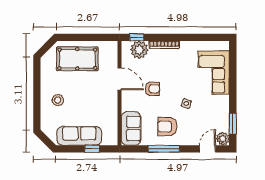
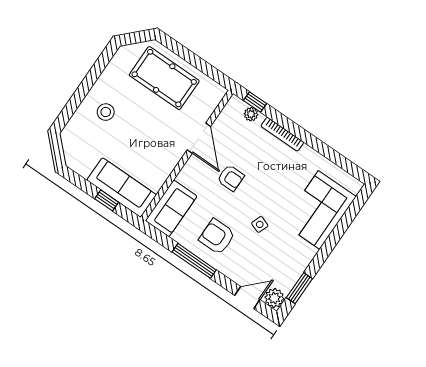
plant: (139, 50) -> (251, 114), width x0.53, depth x0.53
sofa: (79, 136) -> (122, 188), moved

